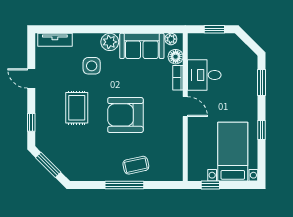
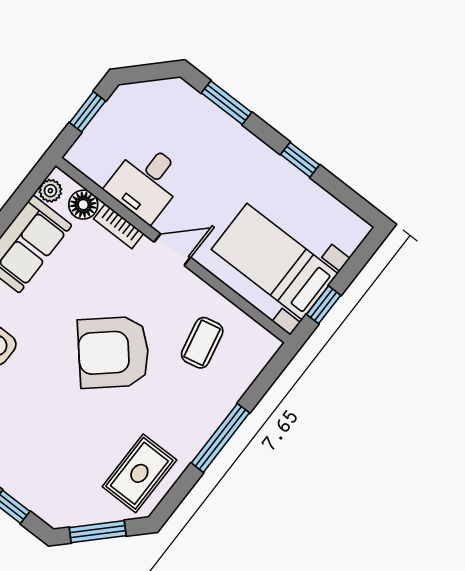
rug: (77, 108) -> (139, 473), moved, turned 90
armchair: (125, 115) -> (113, 352), turned 49
bed with nightstands: (233, 152) -> (275, 262), moved
coffee table: (136, 165) -> (202, 343), moved

